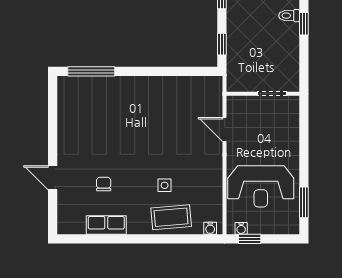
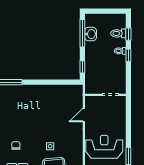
door: (225, 130) -> (84, 115), hinge flipped
reception desk: (261, 186) -> (104, 147), turned 180

